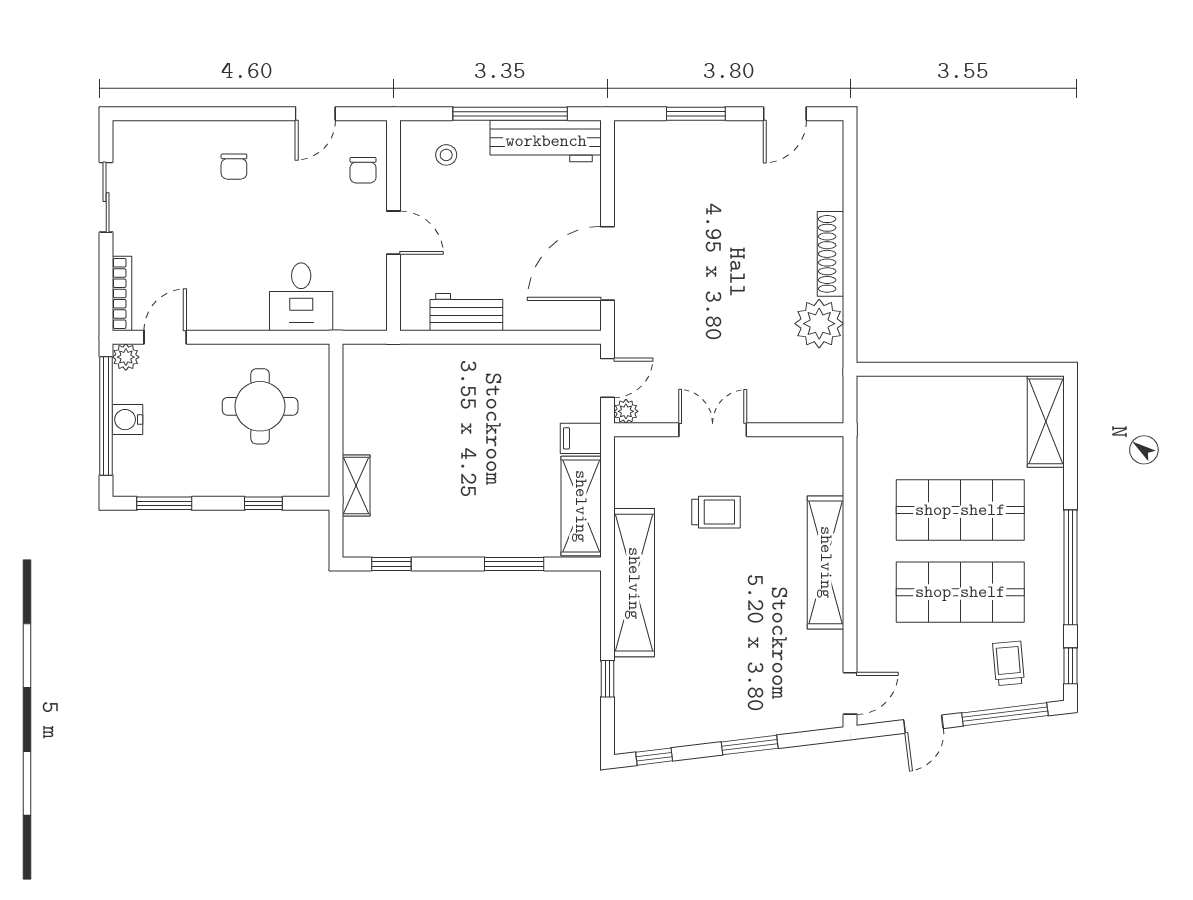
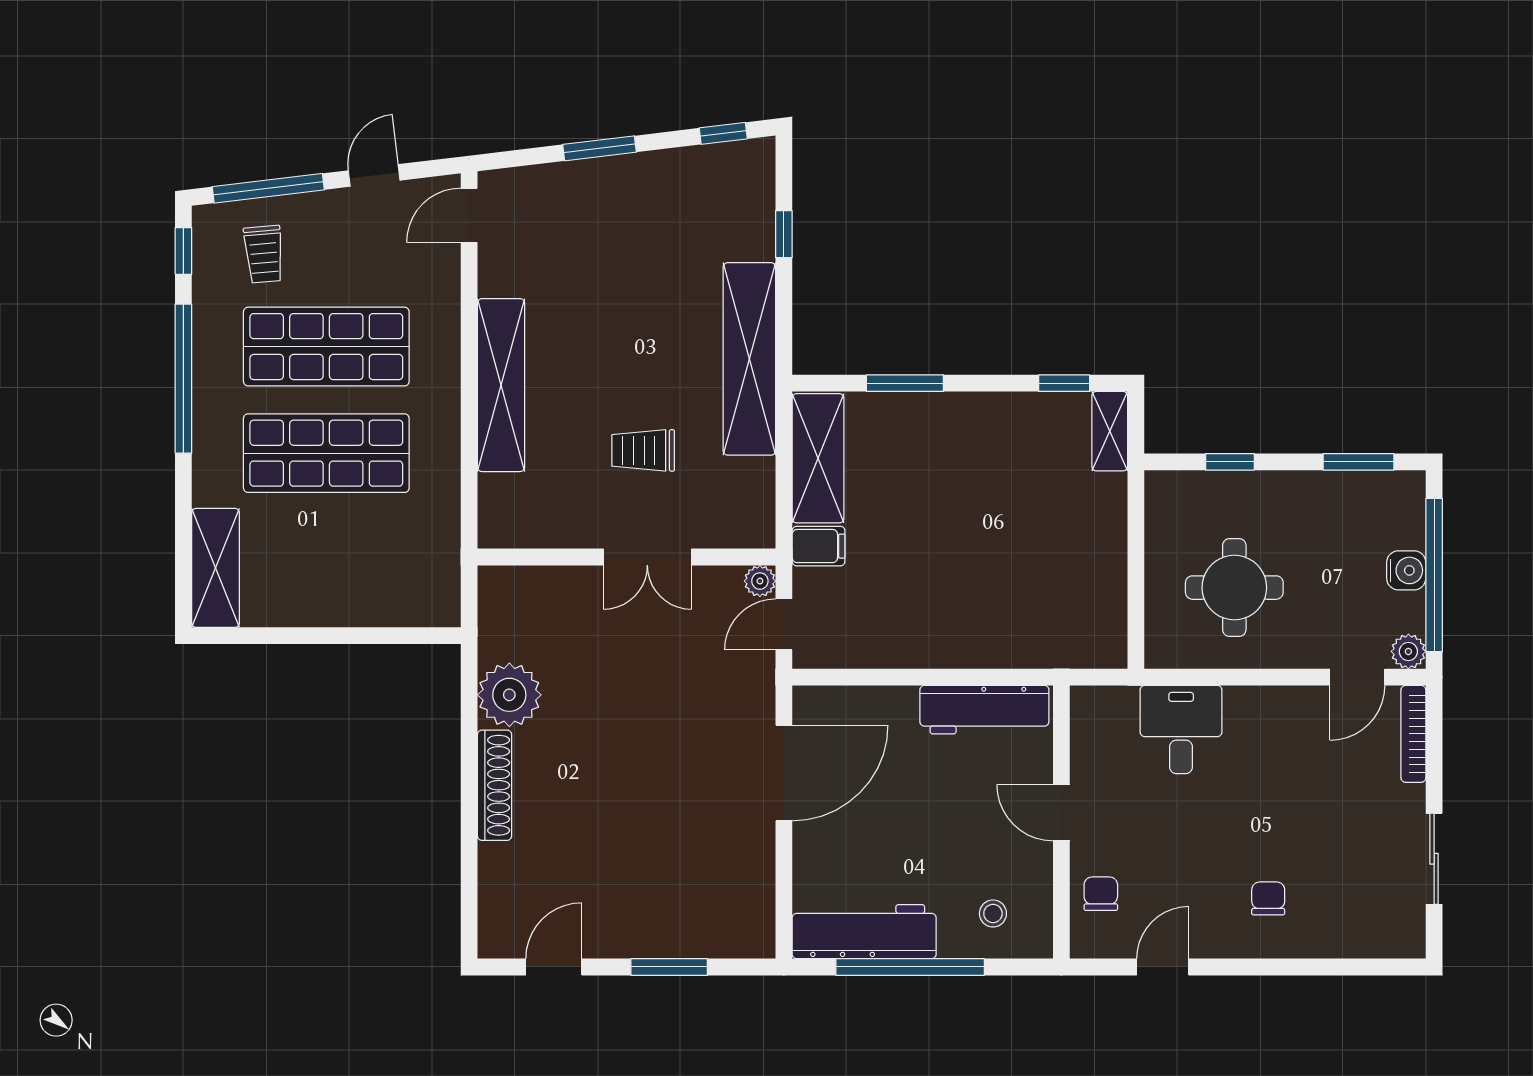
workbench: (466, 312) -> (984, 710), width x1.38
shelving: (356, 486) -> (1110, 431), moved

